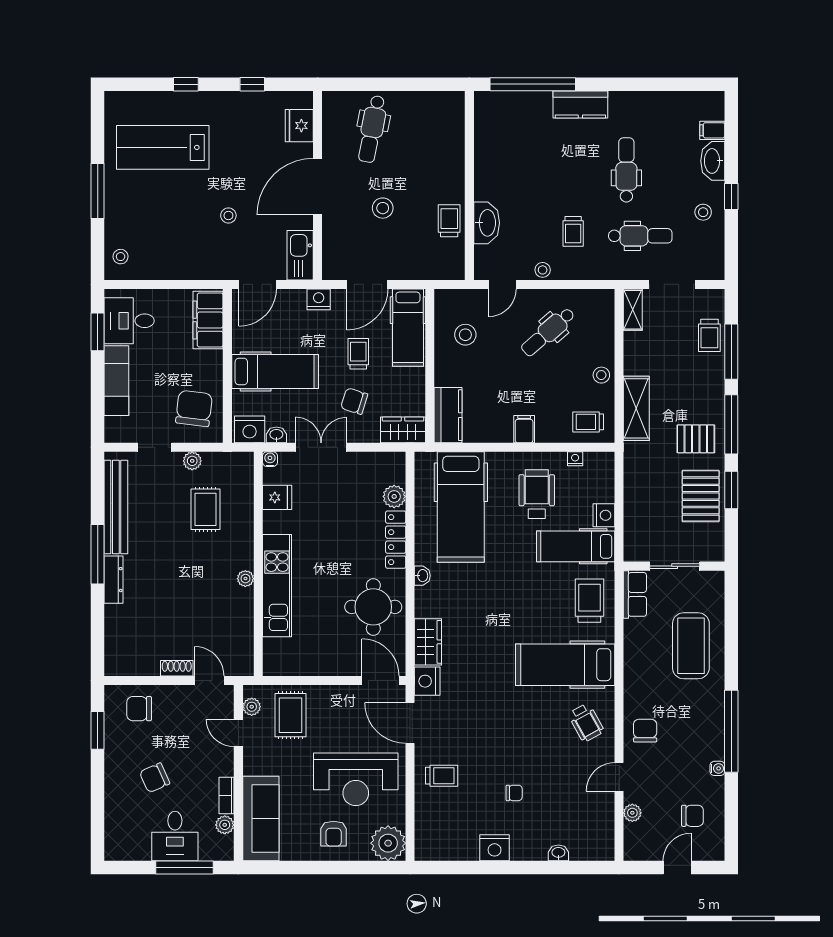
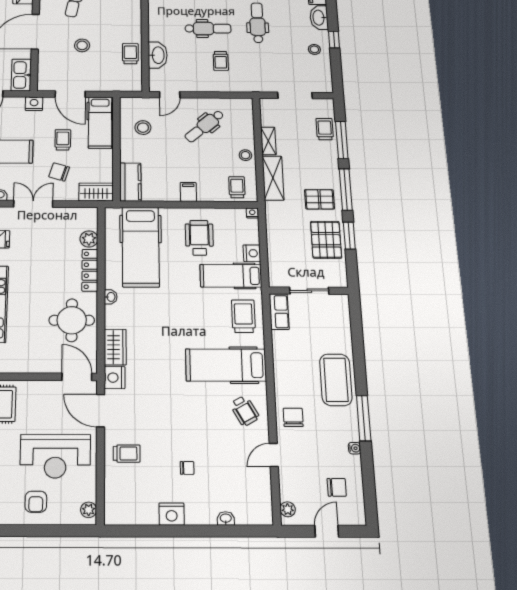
dental chair: (640, 236) -> (208, 29), moved
stool: (543, 270) -> (199, 85), removed
door: (367, 284) -> (70, 94), hinge flipped
shelving: (633, 310) -> (268, 141), moved
trolley: (709, 335) -> (325, 129), turned 180
trolley: (588, 422) -> (237, 187), turned 90
nightstand: (575, 459) -> (252, 213), moved
coffee table: (691, 646) -> (336, 380), moved
window: (731, 731) -> (364, 418), width x0.68
plant: (632, 813) -> (288, 509), moved
plant: (388, 843) -> (89, 510), width x0.53, depth x0.53

